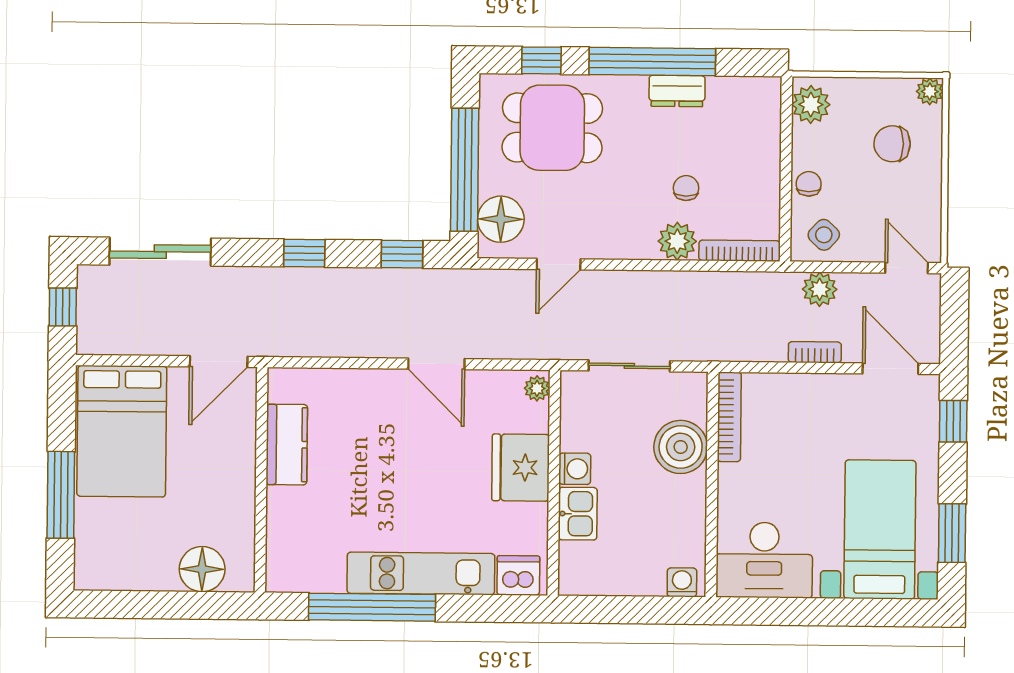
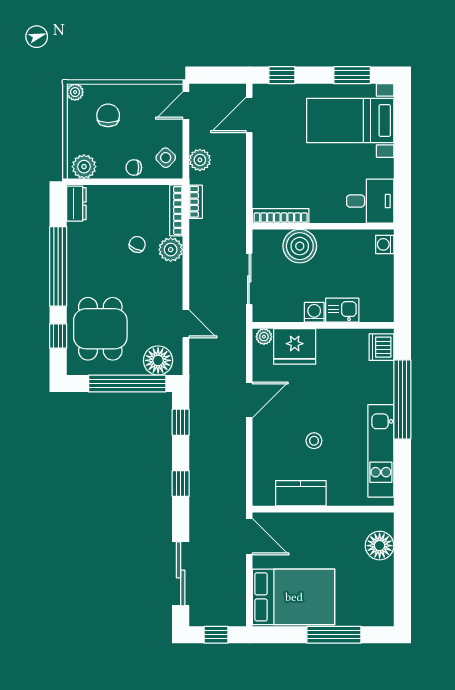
dresser: (677, 91) -> (76, 204), moved
chair: (892, 144) -> (108, 115), turned 180
chair: (686, 188) -> (137, 244), turned 115
bookcase: (815, 352) -> (196, 202), moved, turned 180
stool: (370, 466) -> (314, 441), added
fridge: (521, 468) -> (295, 346), moved
desk: (764, 560) -> (370, 201), width x0.73
kitchen unit: (421, 573) -> (381, 451), moved
window: (372, 607) -> (402, 400), moved

